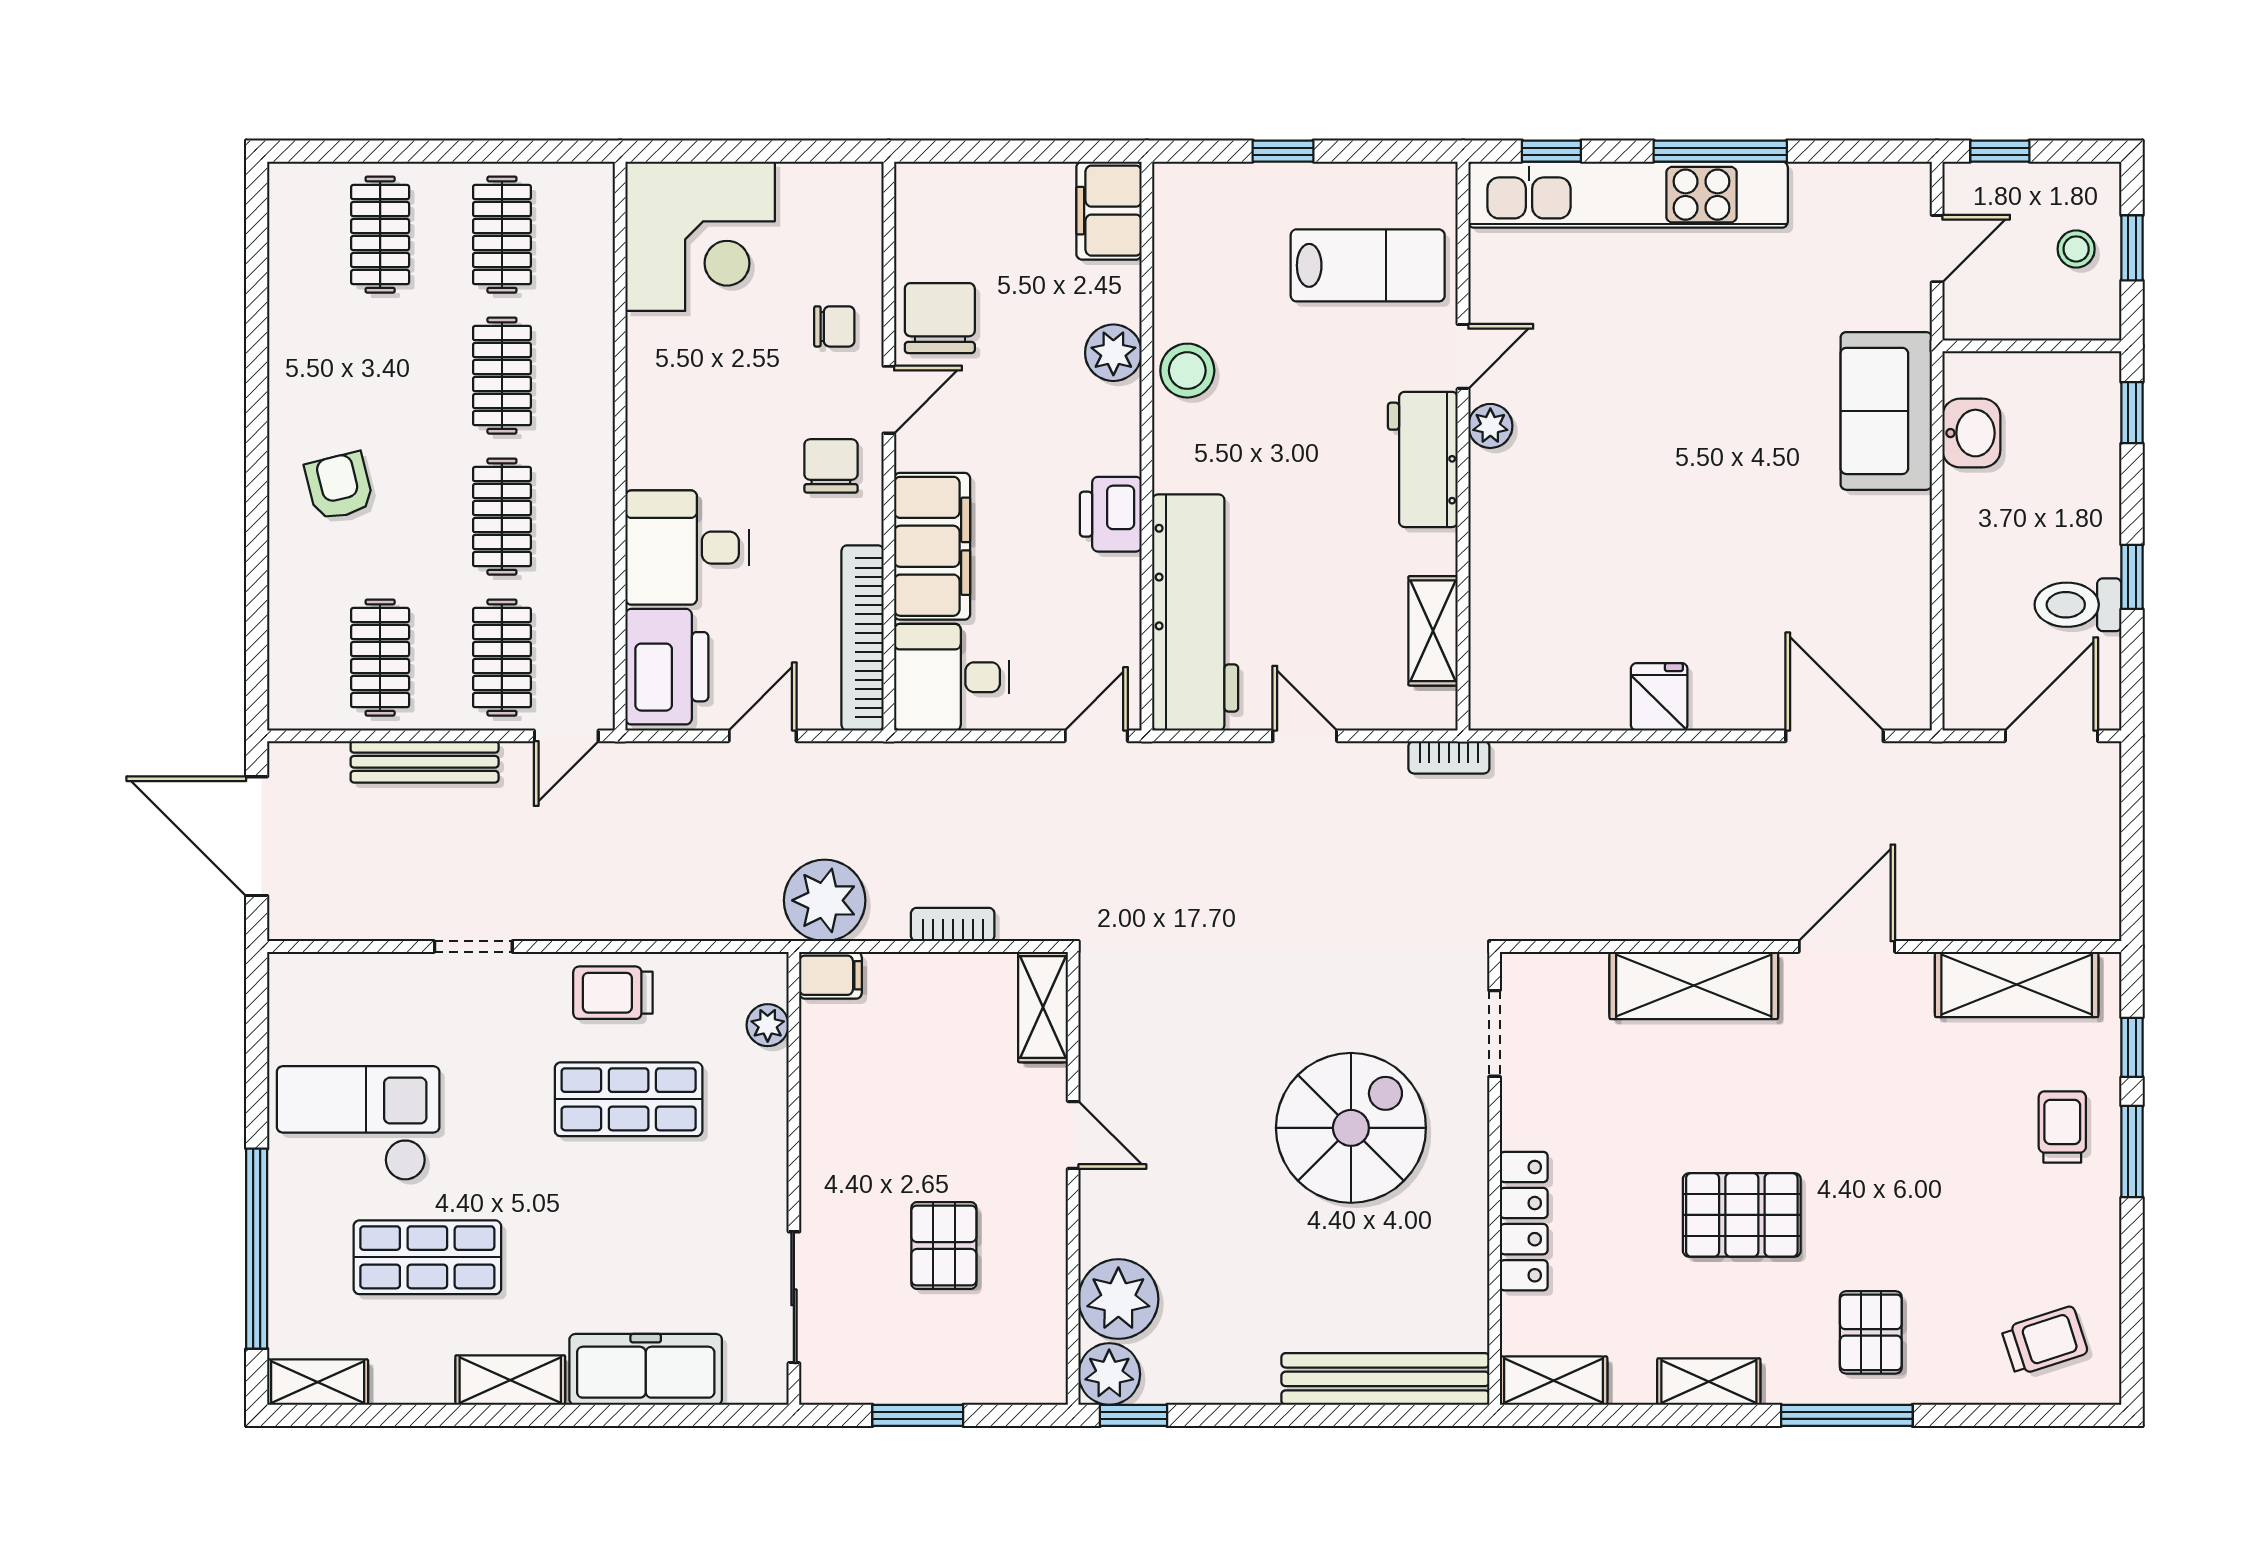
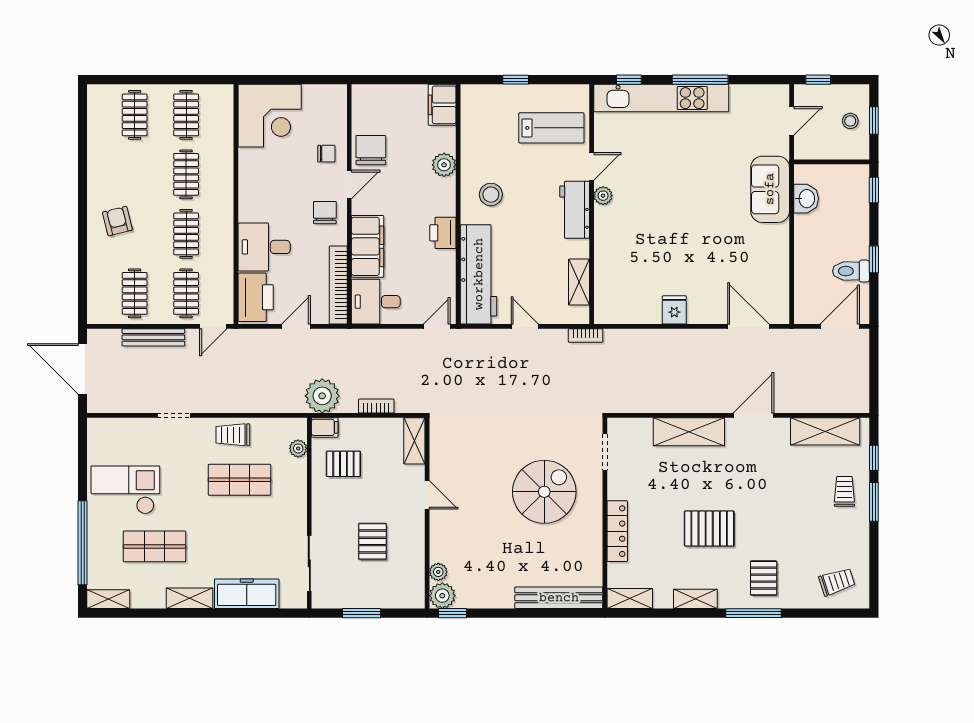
stool: (1187, 371) -> (491, 195), moved
pallet: (875, 1061) -> (343, 464), added
plant: (1118, 1299) -> (438, 572), width x0.53, depth x0.53

